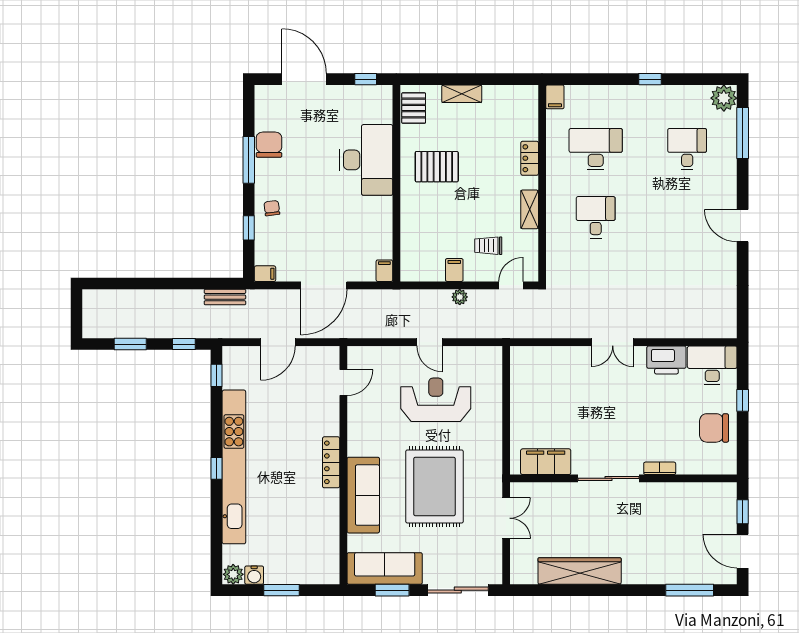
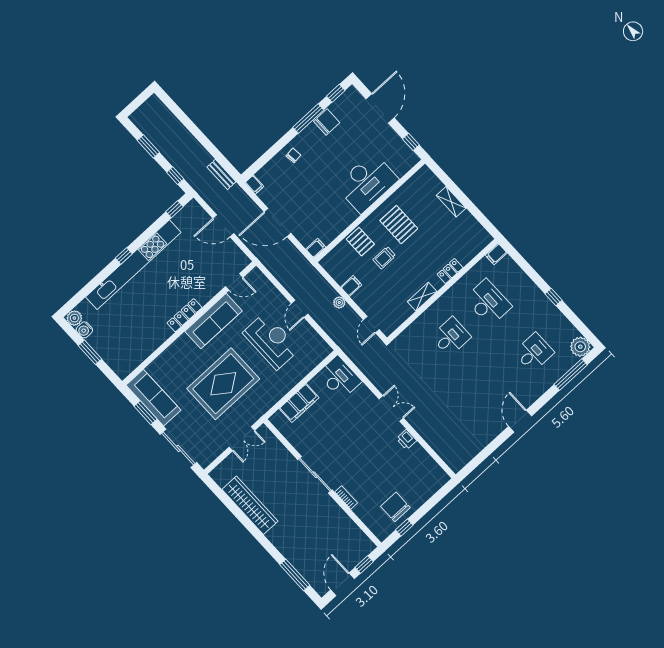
pallet: (414, 108) -> (360, 242), moved, turned 90
window: (249, 228) -> (336, 93), moved
trolley: (488, 246) -> (384, 258), moved, turned -90
door: (511, 285) -> (371, 325), swing flipped
double door: (613, 342) -> (391, 409), swing flipped
printer: (666, 360) -> (406, 440), width x0.53, depth x0.68
desk: (712, 365) -> (340, 378), moved
window: (743, 400) -> (404, 528), moved
filing cabinet: (546, 462) -> (299, 403), moved, turned 90
sofa: (363, 495) -> (213, 321), moved

